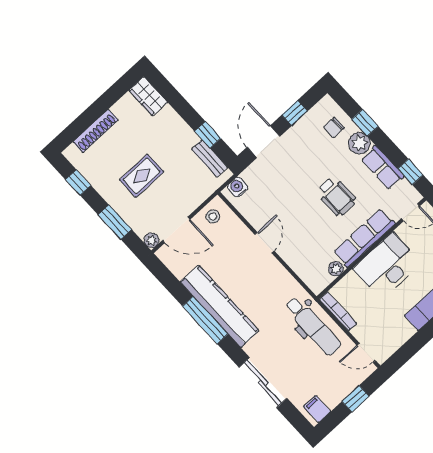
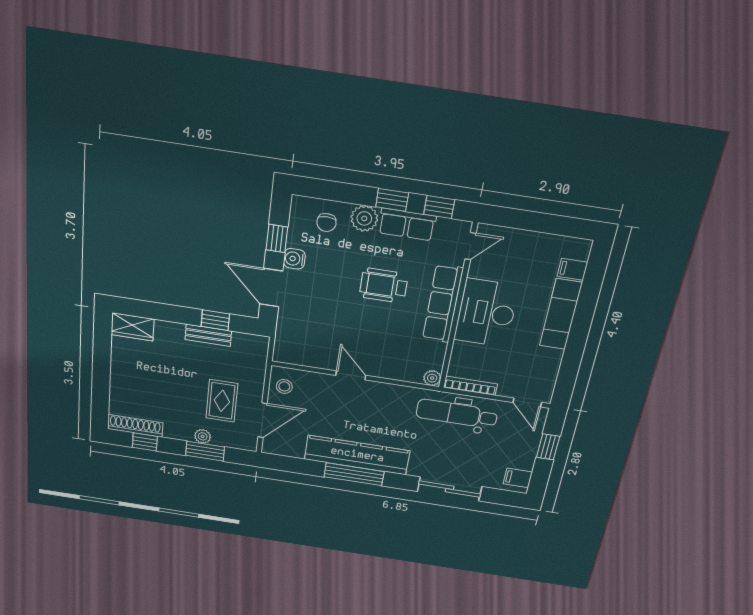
window: (365, 123) -> (392, 200), moved
shoe rack: (96, 131) -> (135, 426), moved, turned -90
bench: (210, 158) -> (208, 335), moved
rug: (142, 176) -> (222, 401), moved
water cooler: (238, 187) -> (294, 259), moved
wheelchair: (336, 196) -> (384, 285), turned 180
plant: (151, 240) -> (203, 436), moved
plant: (336, 269) -> (432, 378), moved
dental chair: (313, 326) -> (457, 414), turned 180
door: (366, 353) -> (527, 402), hinge flipped

